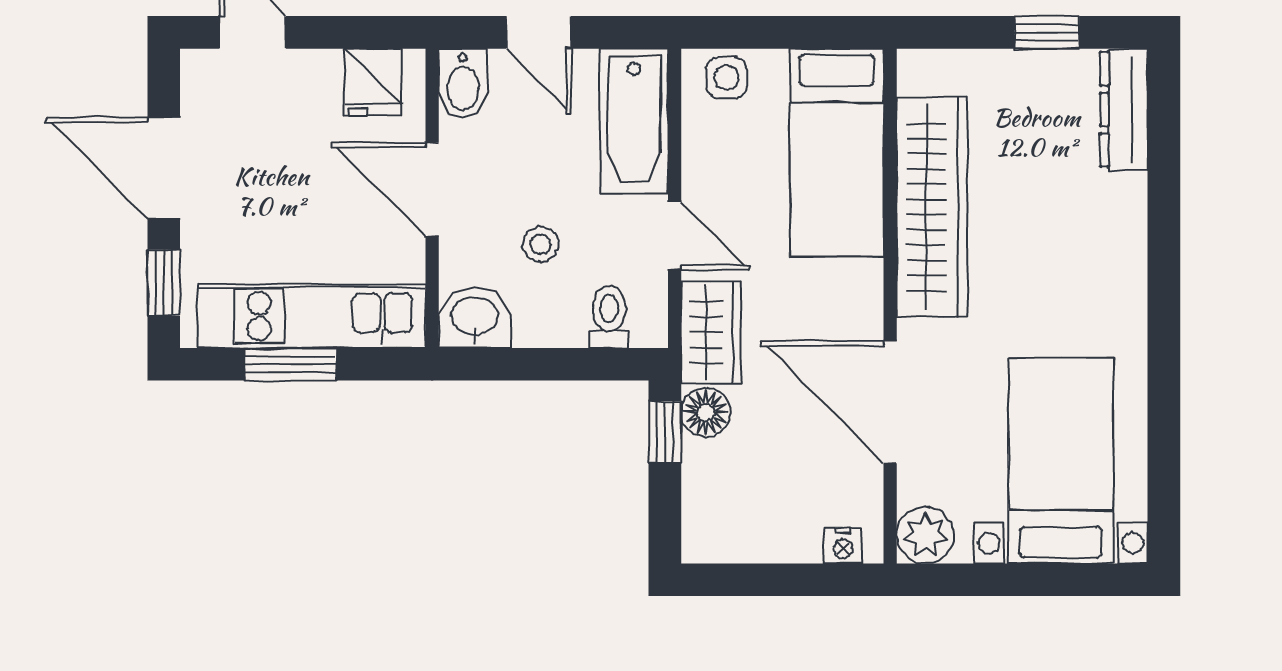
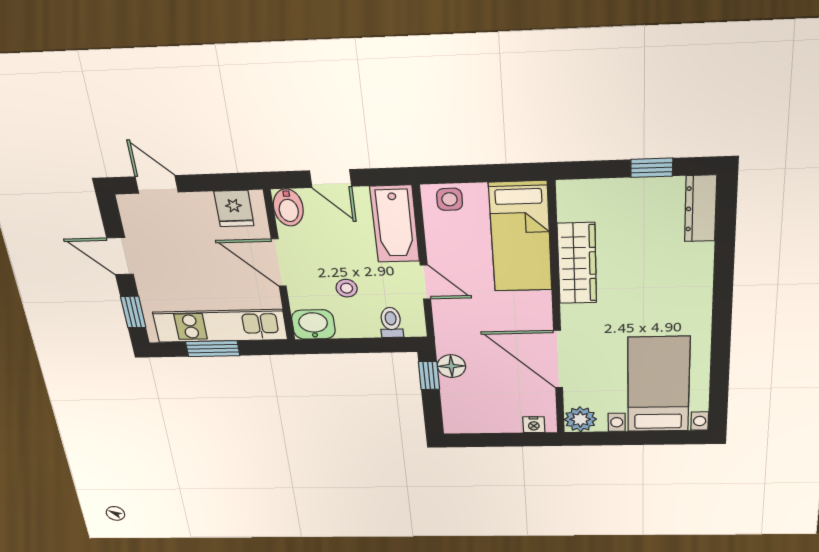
door: (164, 168) -> (120, 256), width x0.73
wardrobe: (932, 207) -> (577, 263), width x0.71, depth x0.85
wardrobe: (711, 332) -> (451, 328), removed

